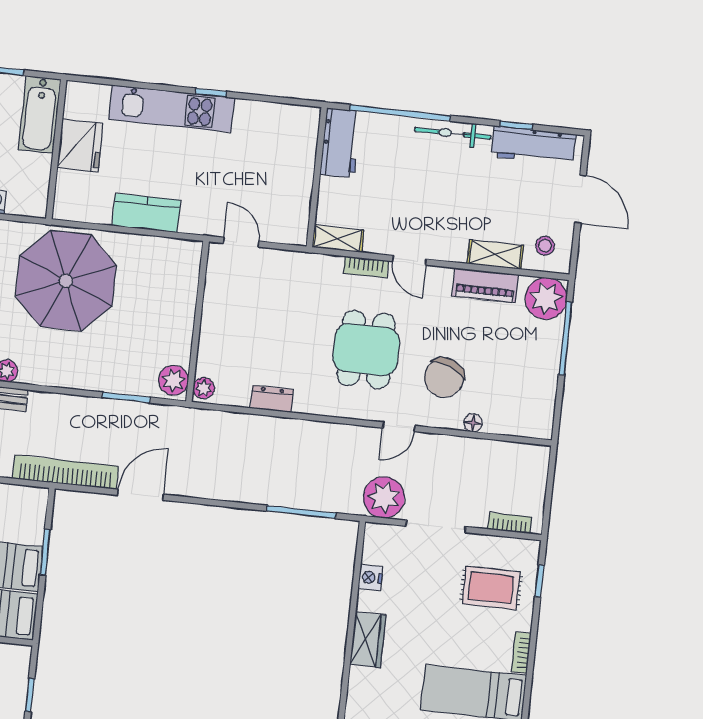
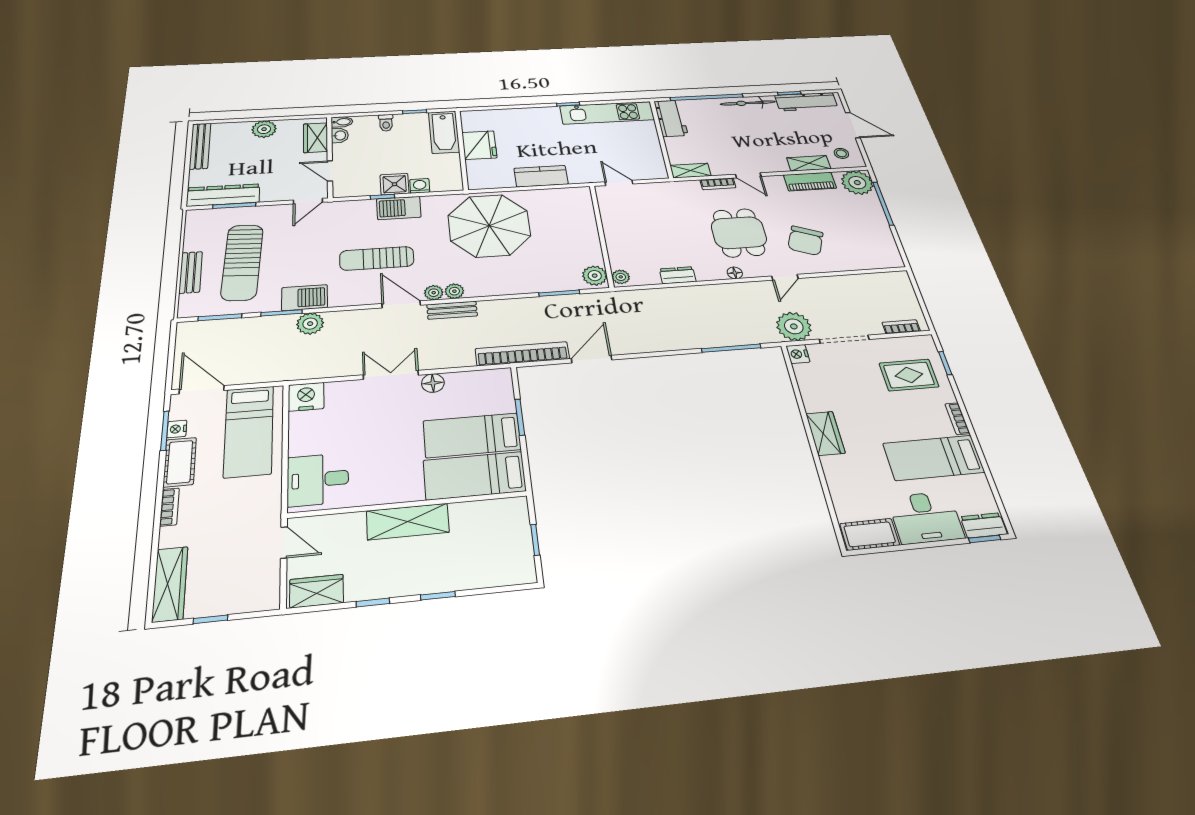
kitchen unit: (172, 109) -> (607, 113), moved
floor lamp: (473, 423) -> (735, 273), moved
nightstand: (370, 578) -> (798, 354), moved

